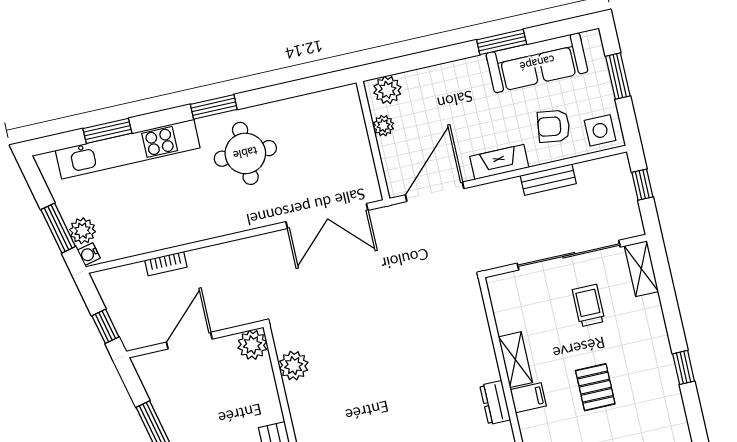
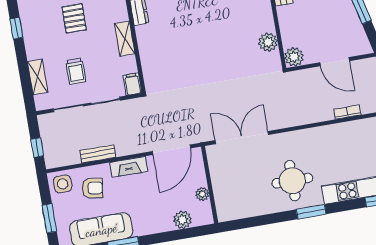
plant: (387, 90) -> (182, 220), moved
shelving: (641, 269) -> (38, 77), moved
door: (189, 341) -> (335, 62), hinge flipped
filing cabinet: (528, 398) -> (132, 84), moved, turned 90

